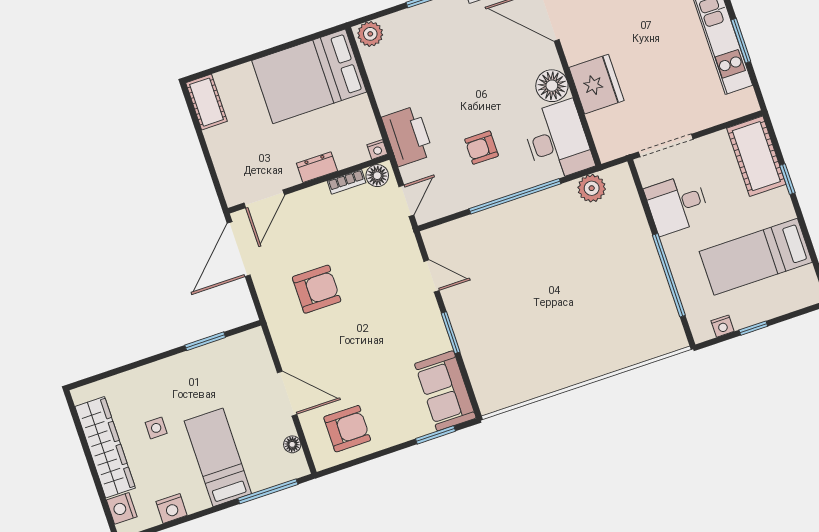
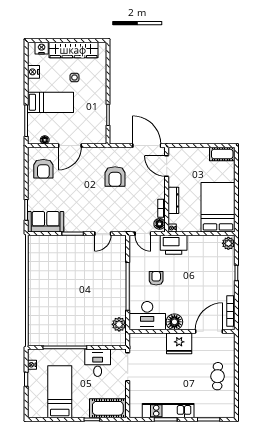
fridge: (596, 84) -> (179, 343), moved
dresser: (317, 167) -> (173, 200), width x1.44

